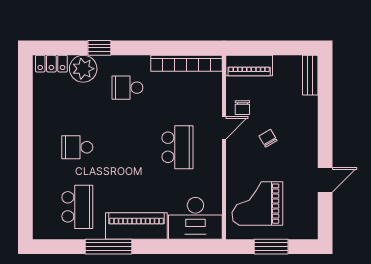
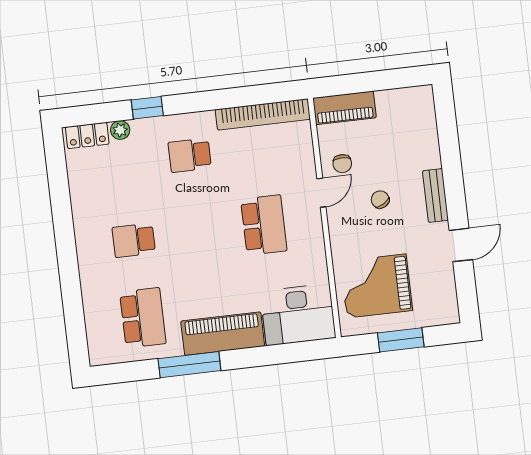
plant: (83, 69) -> (120, 130), width x0.53, depth x0.53
bench: (310, 75) -> (435, 195), moved

